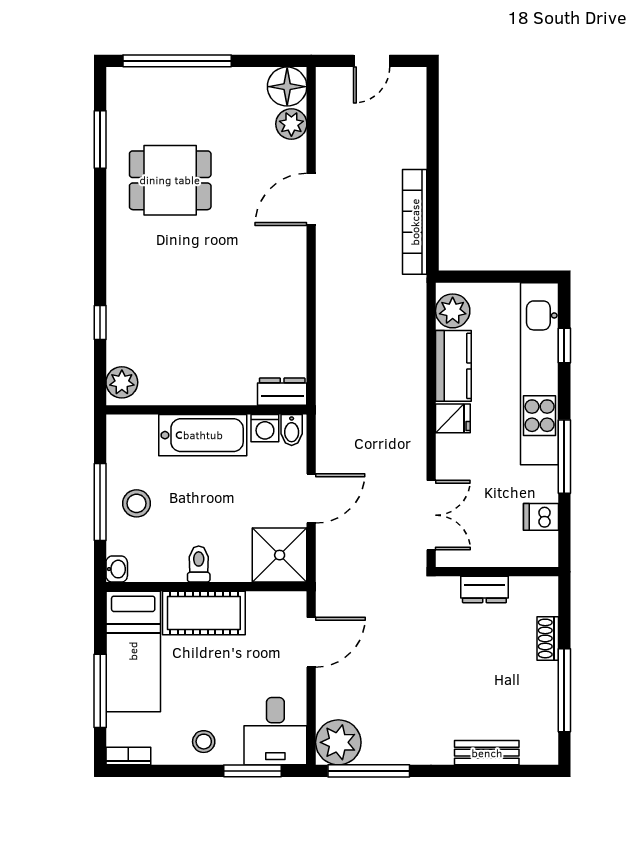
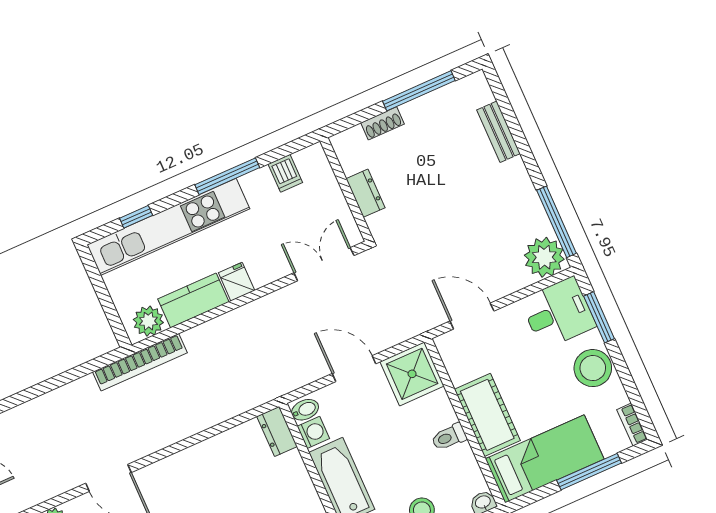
bookcase: (415, 222) -> (140, 362), moved
stool: (204, 742) -> (593, 368), width x1.89, depth x1.89

